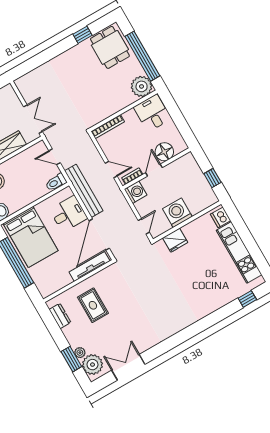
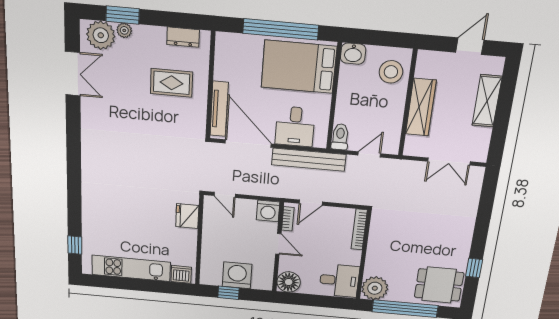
double door: (33, 119) -> (449, 162), moved
floor lamp: (164, 152) -> (289, 282), moved
washing machine: (177, 213) -> (237, 275), moved, turned -90

